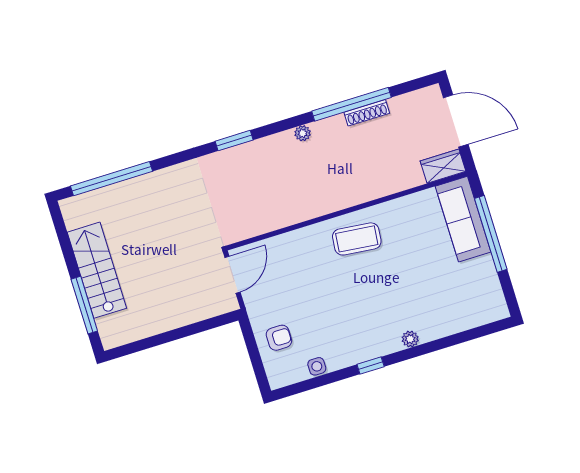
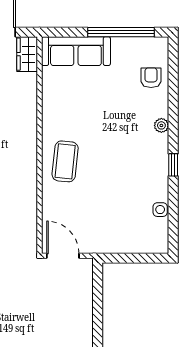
window: (491, 234) -> (121, 32), moved
coffee table: (357, 239) -> (65, 161), moved
armchair: (279, 338) -> (151, 78), moved

